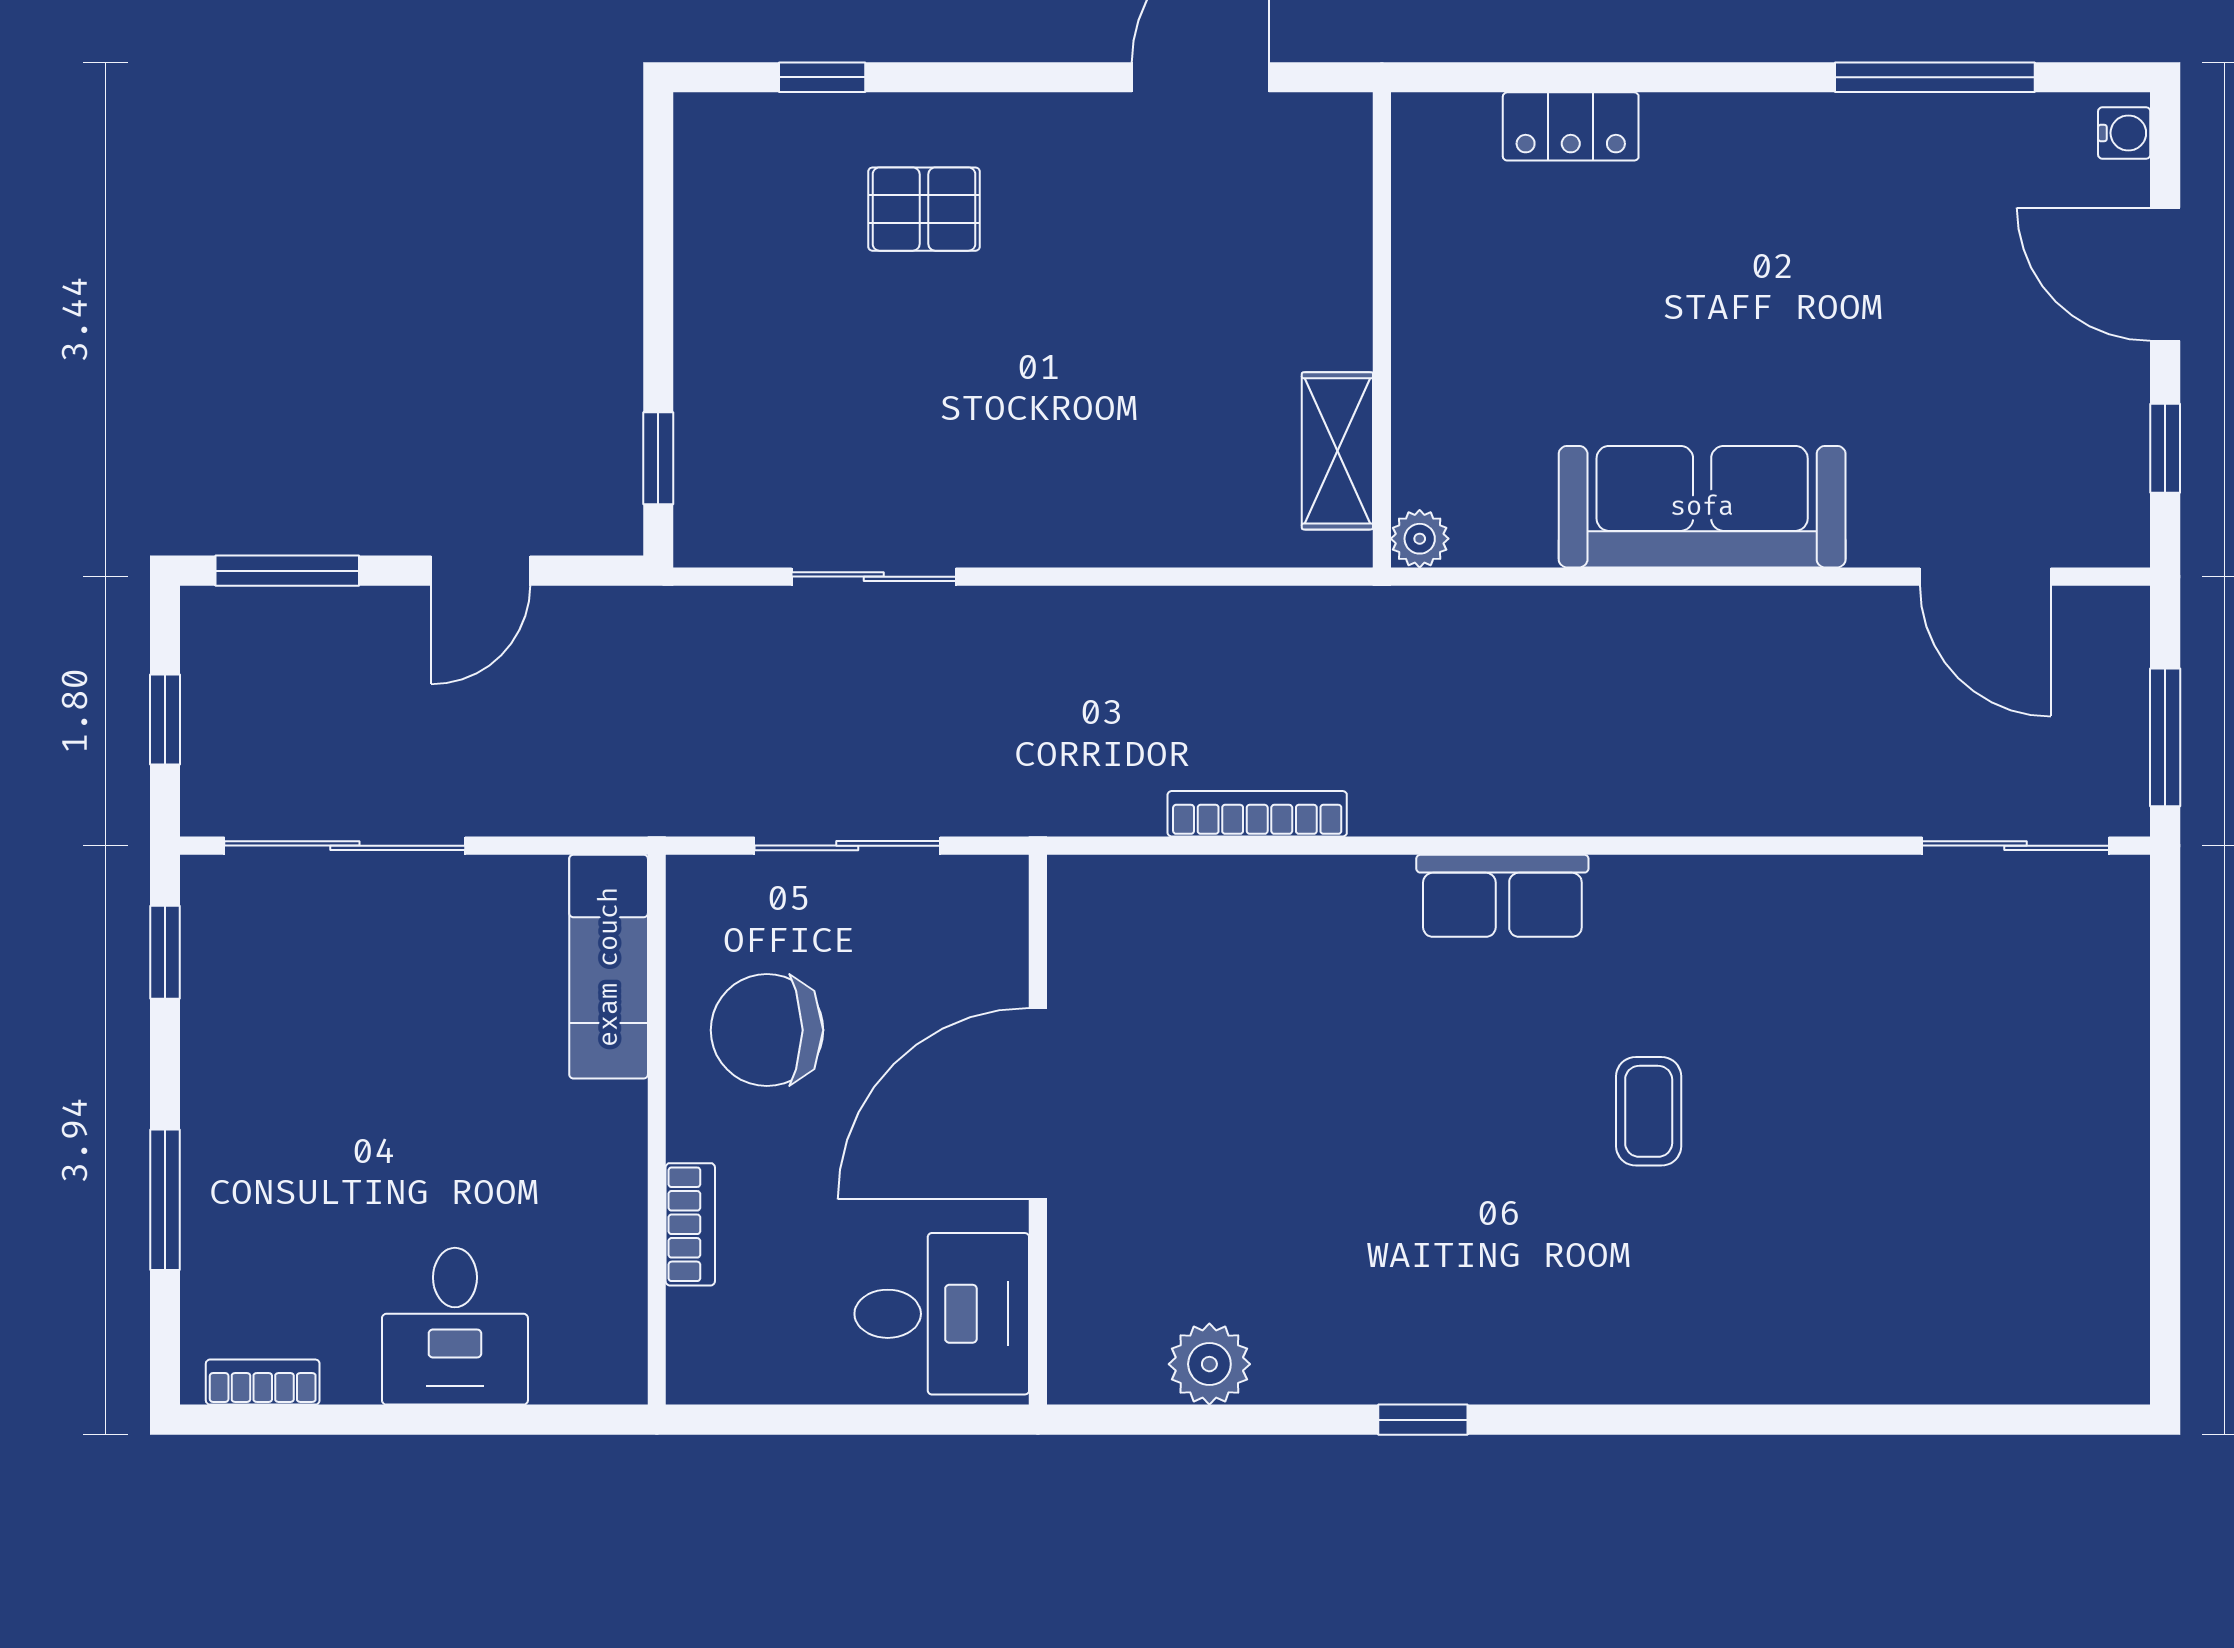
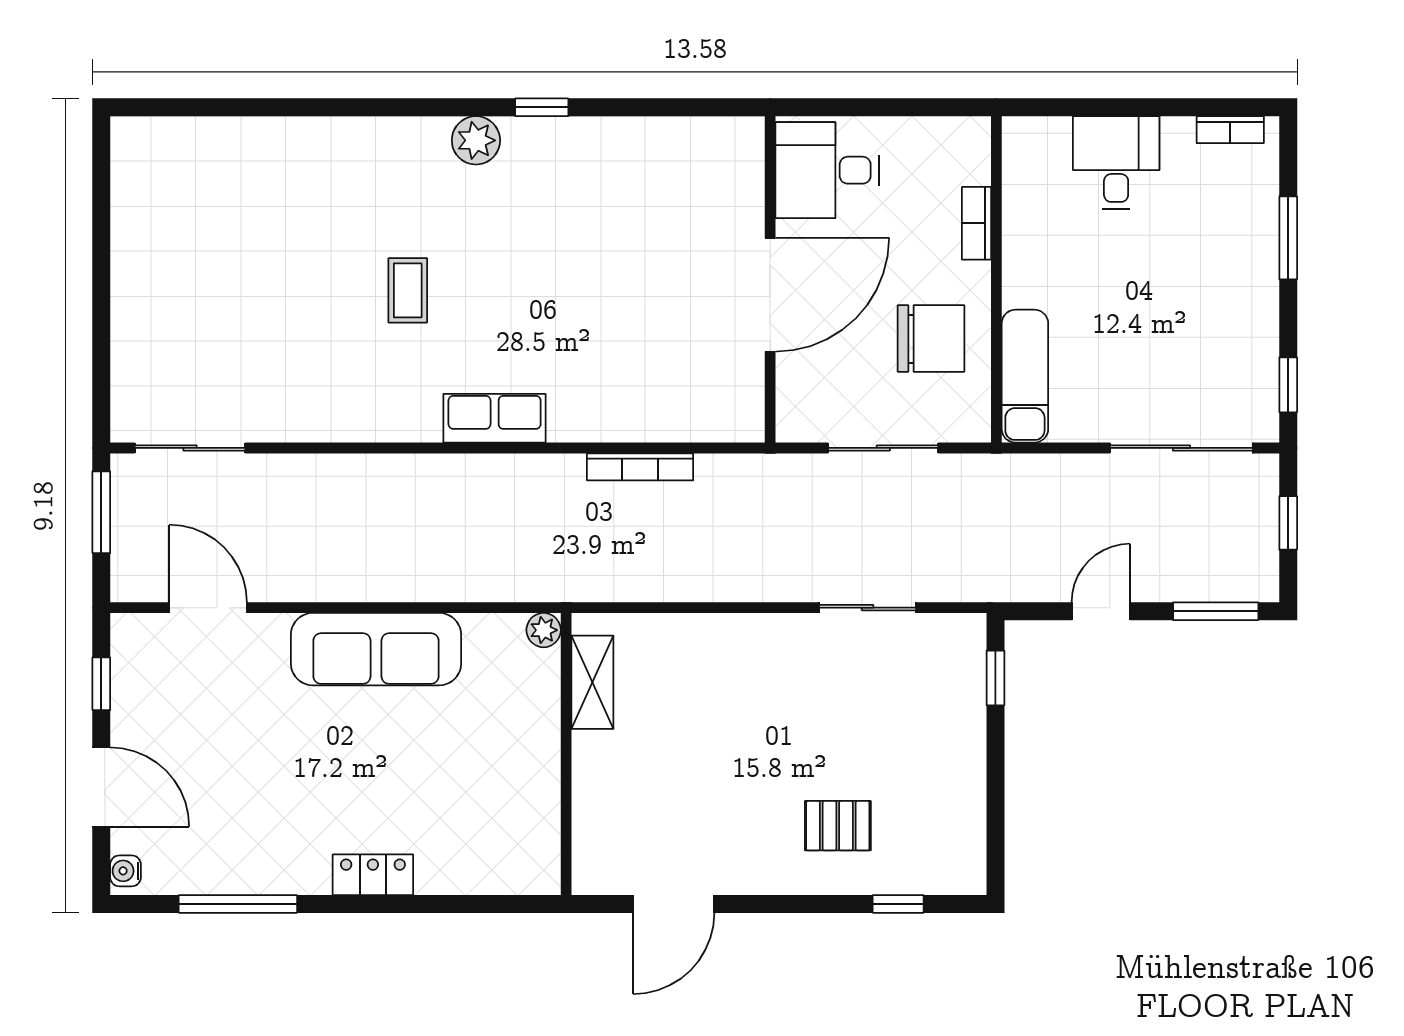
locker: (1571, 126) -> (373, 875), moved
plant: (1209, 1364) -> (476, 140), moved

